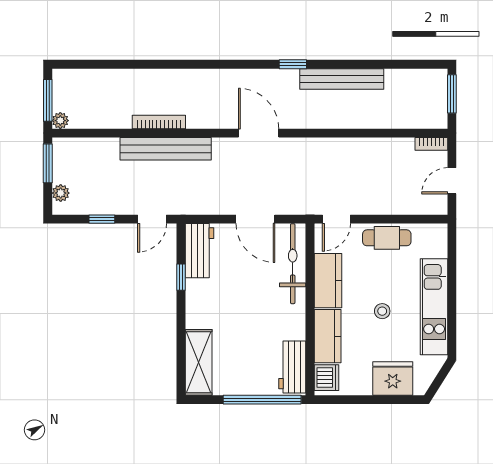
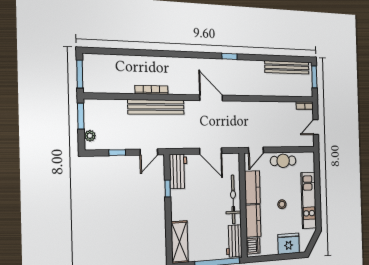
bench: (342, 79) -> (287, 67), moved
plant: (60, 121) -> (88, 88), removed
bicycle: (293, 264) -> (233, 199), moved

